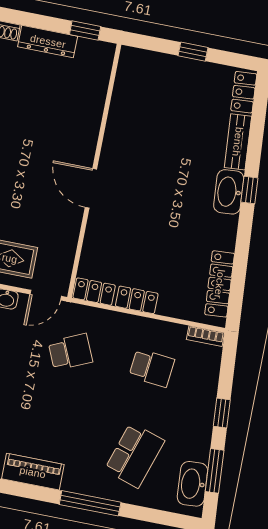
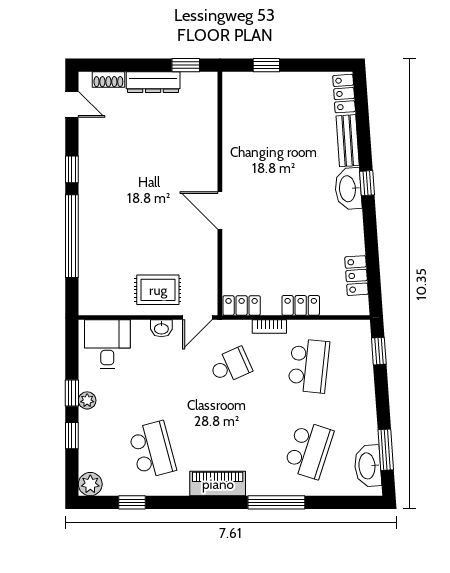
window: (193, 52) -> (266, 65), moved
locker: (220, 284) -> (357, 276), width x0.66
locker: (137, 300) -> (301, 305), moved
bookcase: (205, 336) -> (269, 327), moved
school desk: (152, 368) -> (309, 366), width x1.85
window: (222, 413) -> (379, 351), moved

